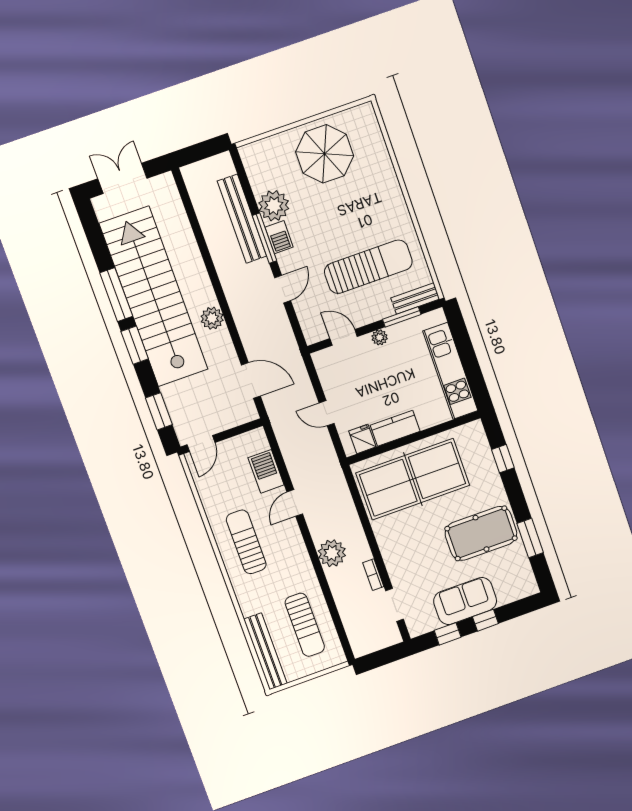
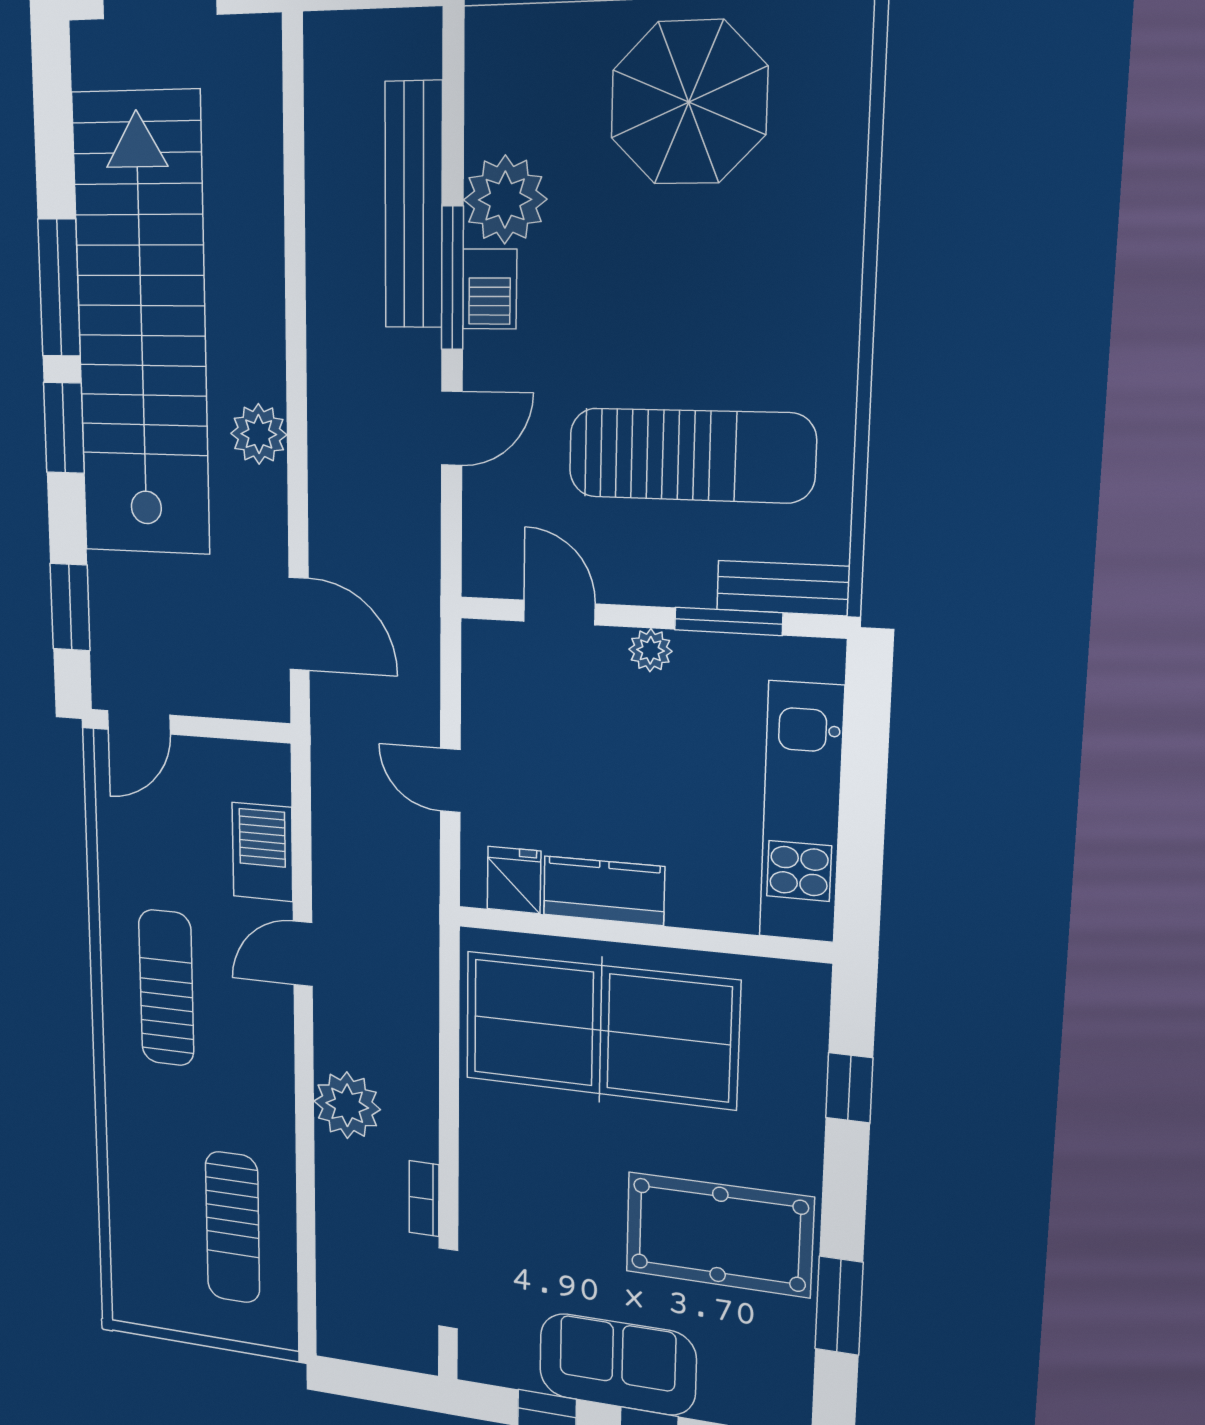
bench: (265, 651) -> (130, 1239), removed

